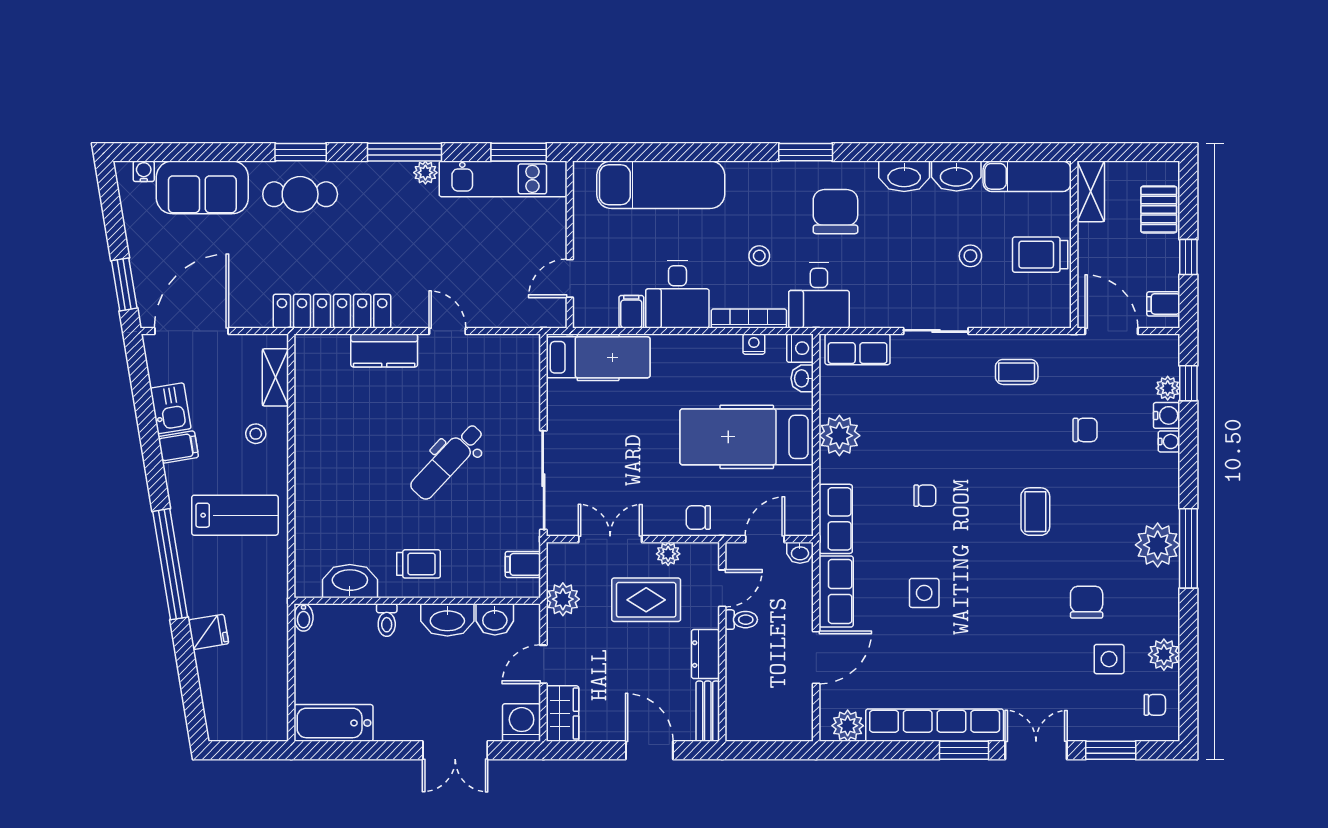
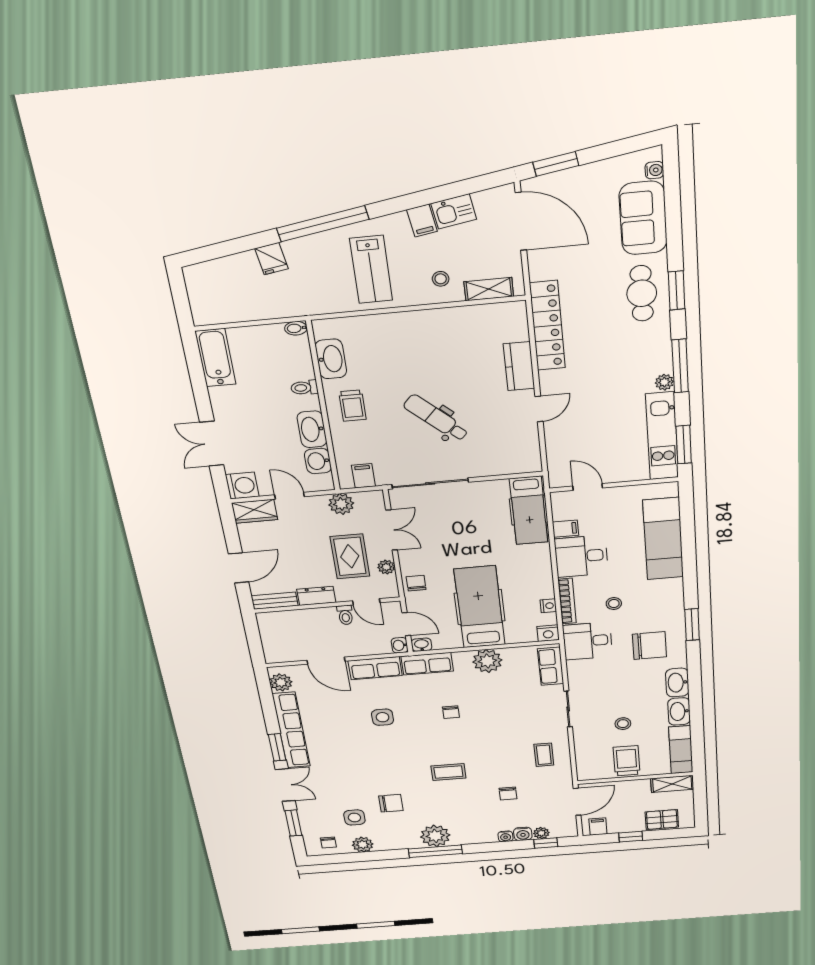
washbasin: (802, 378) -> (422, 645), moved

